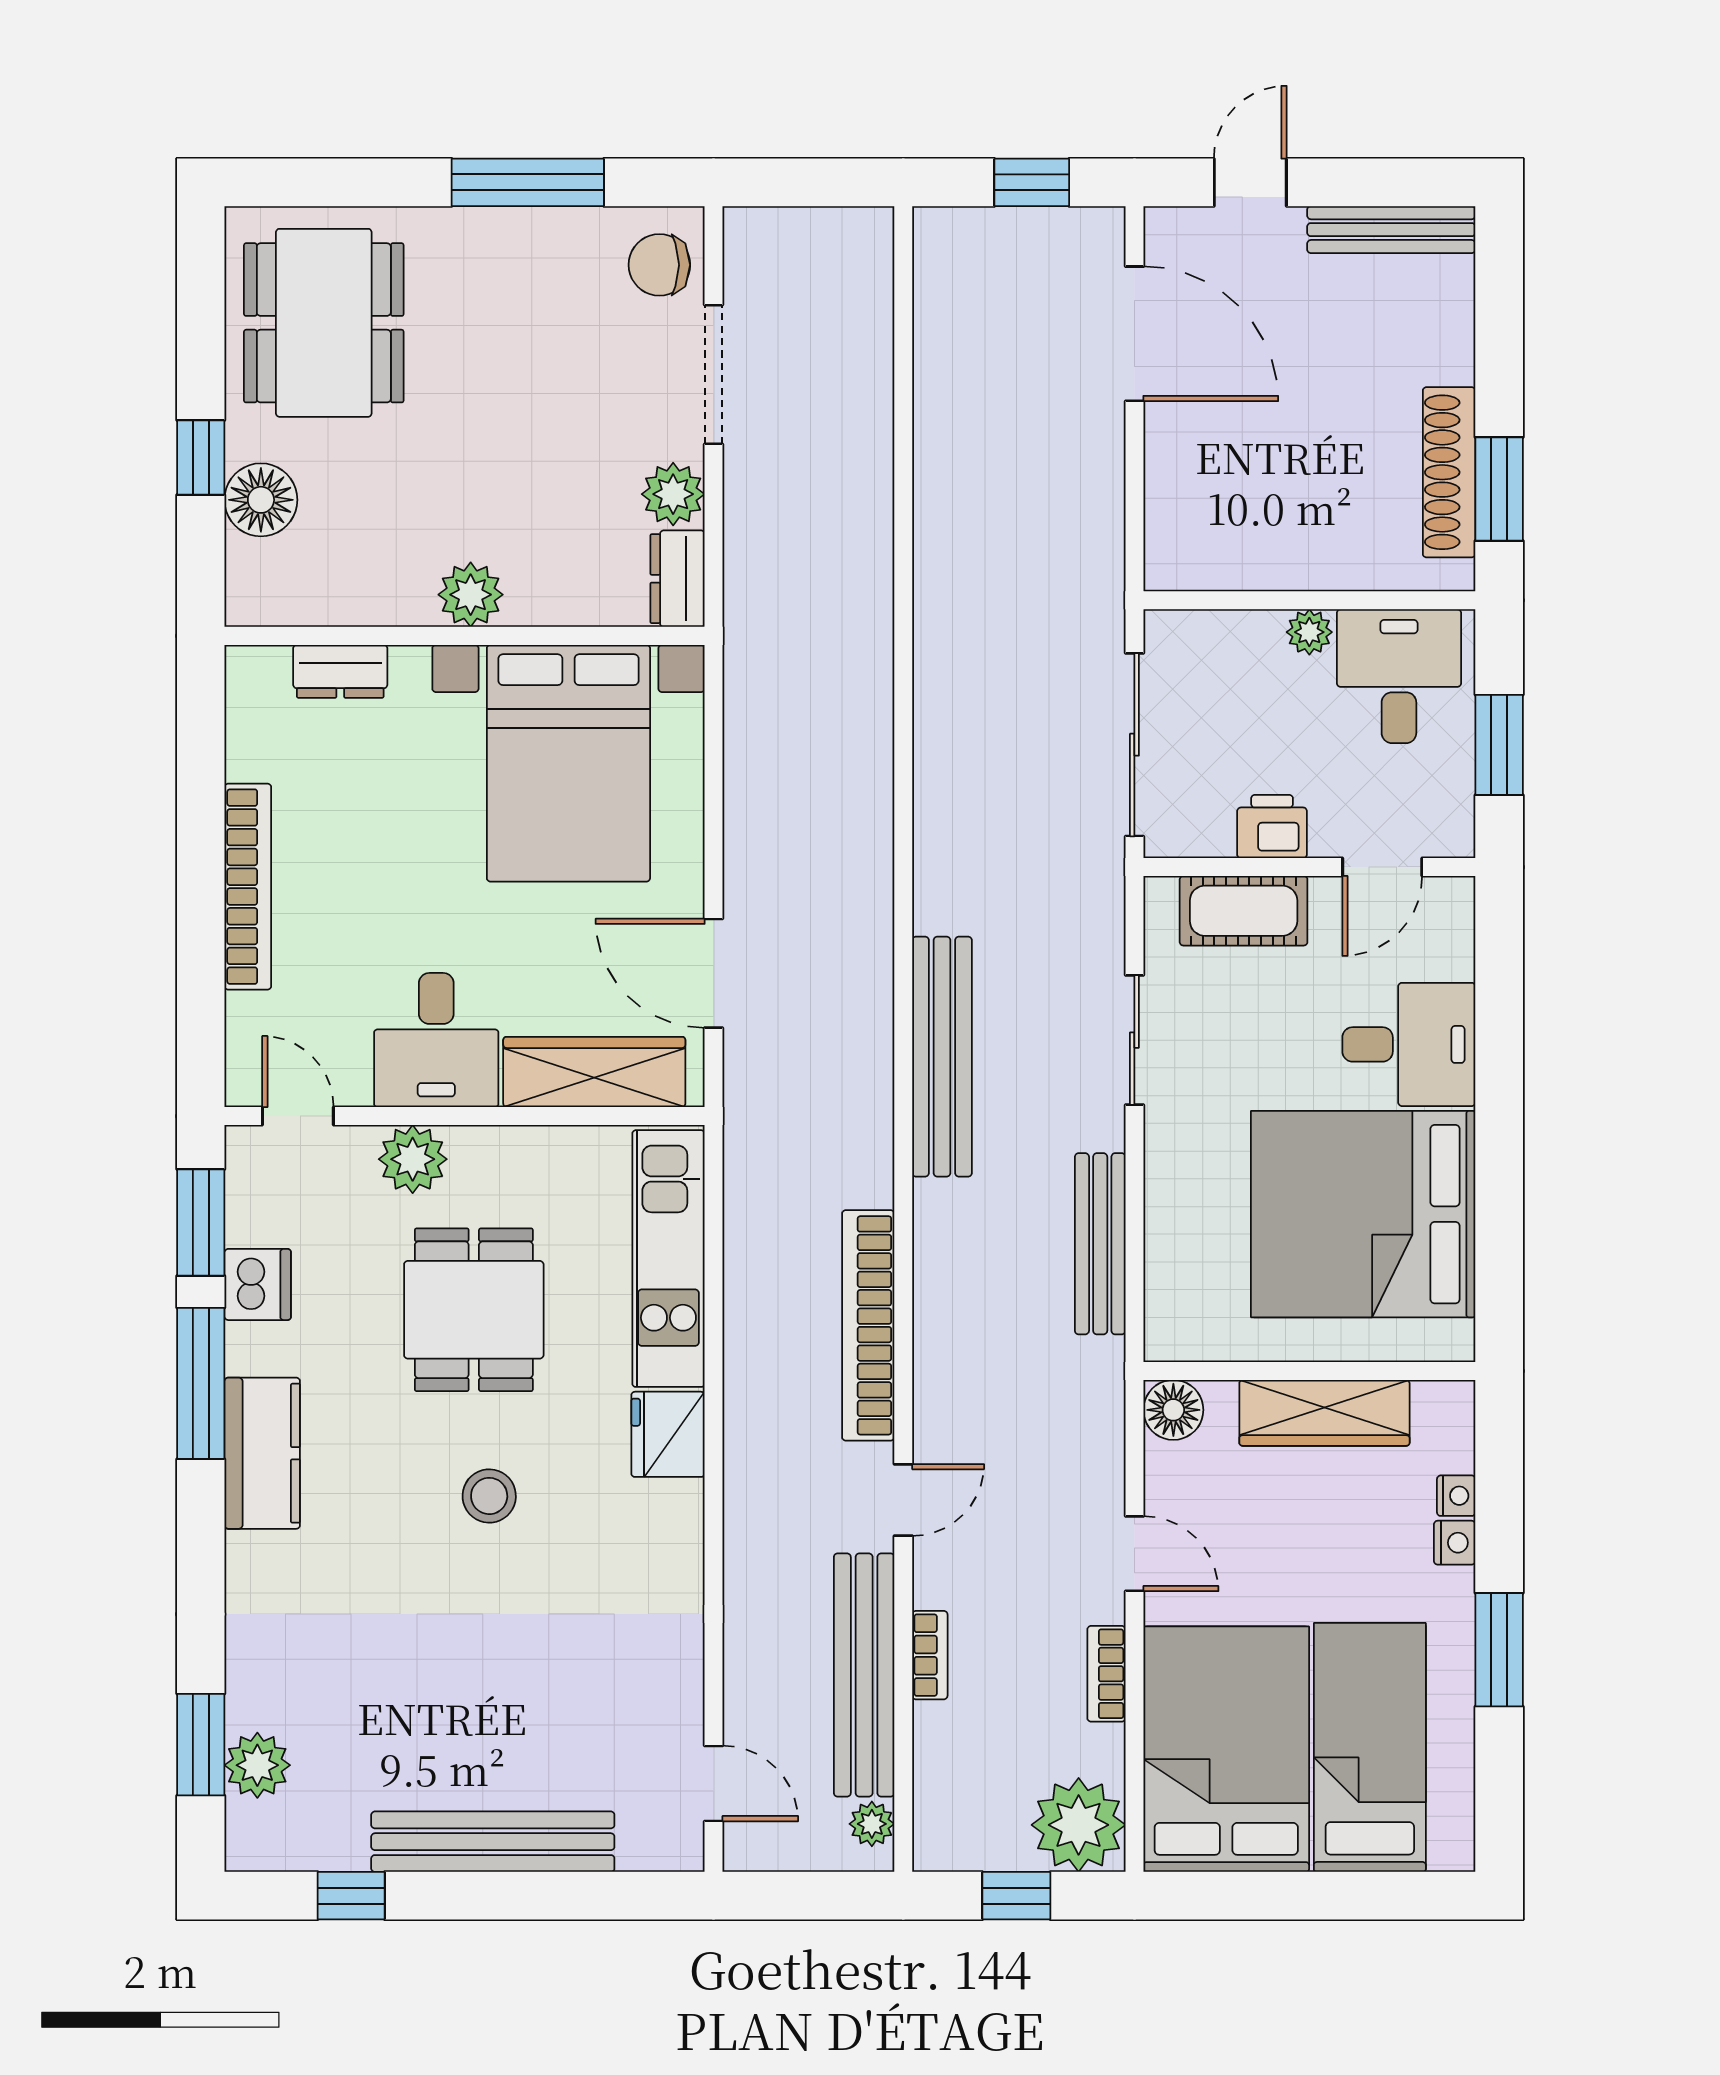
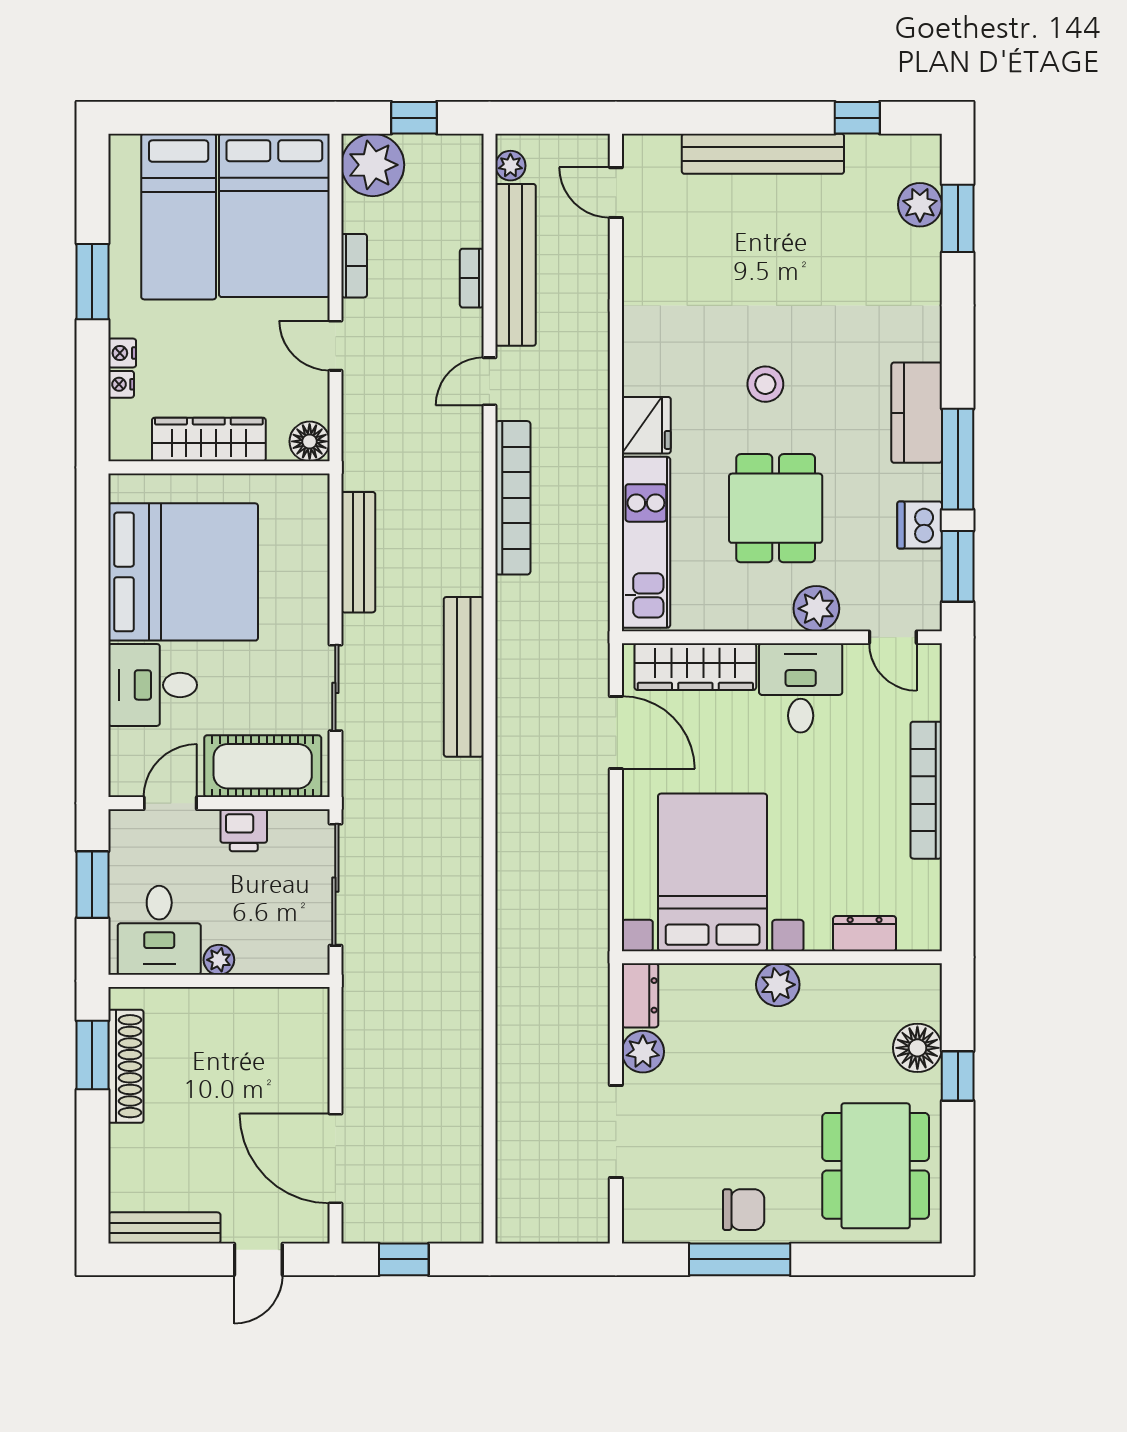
chair: (659, 265) -> (744, 1210), moved
cot: (1244, 911) -> (263, 766), width x1.37, depth x1.34

